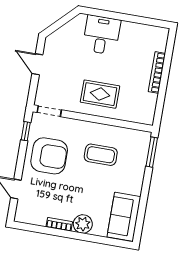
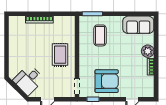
desk: (101, 35) -> (29, 80), moved, turned -45
coffee table: (101, 155) -> (100, 35), moved
armchair: (49, 156) -> (107, 81), turned 90

